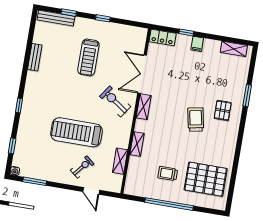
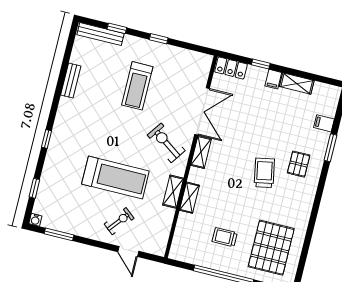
shelving: (234, 49) -> (297, 83), moved
double door: (142, 74) -> (202, 111), swing flipped
filing cabinet: (241, 76) -> (324, 123), added
treadmill: (76, 132) -> (115, 178), turned 180
shelving: (120, 161) -> (173, 192), moved
pallet: (206, 179) -> (271, 248), turned 90

